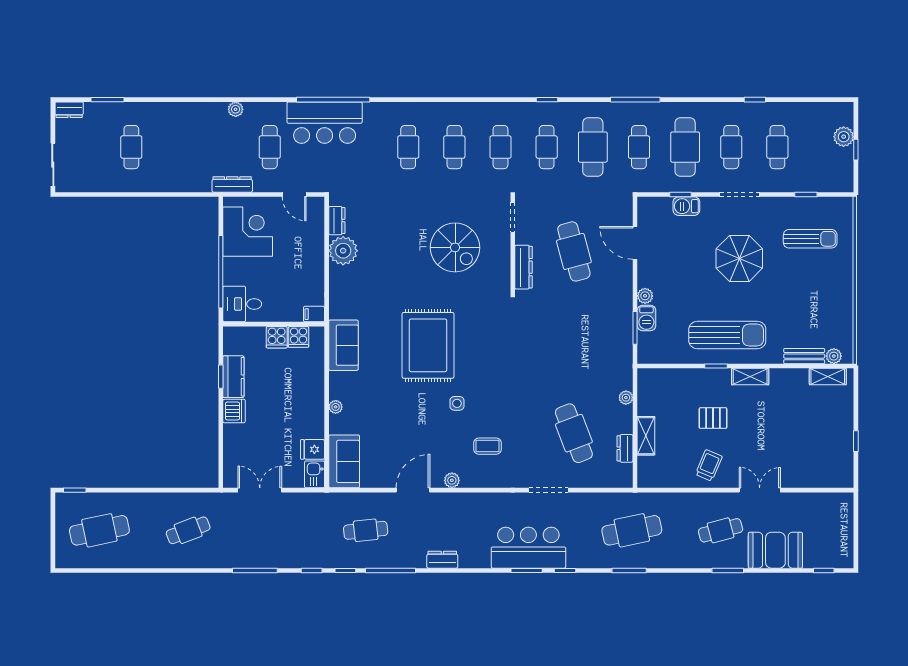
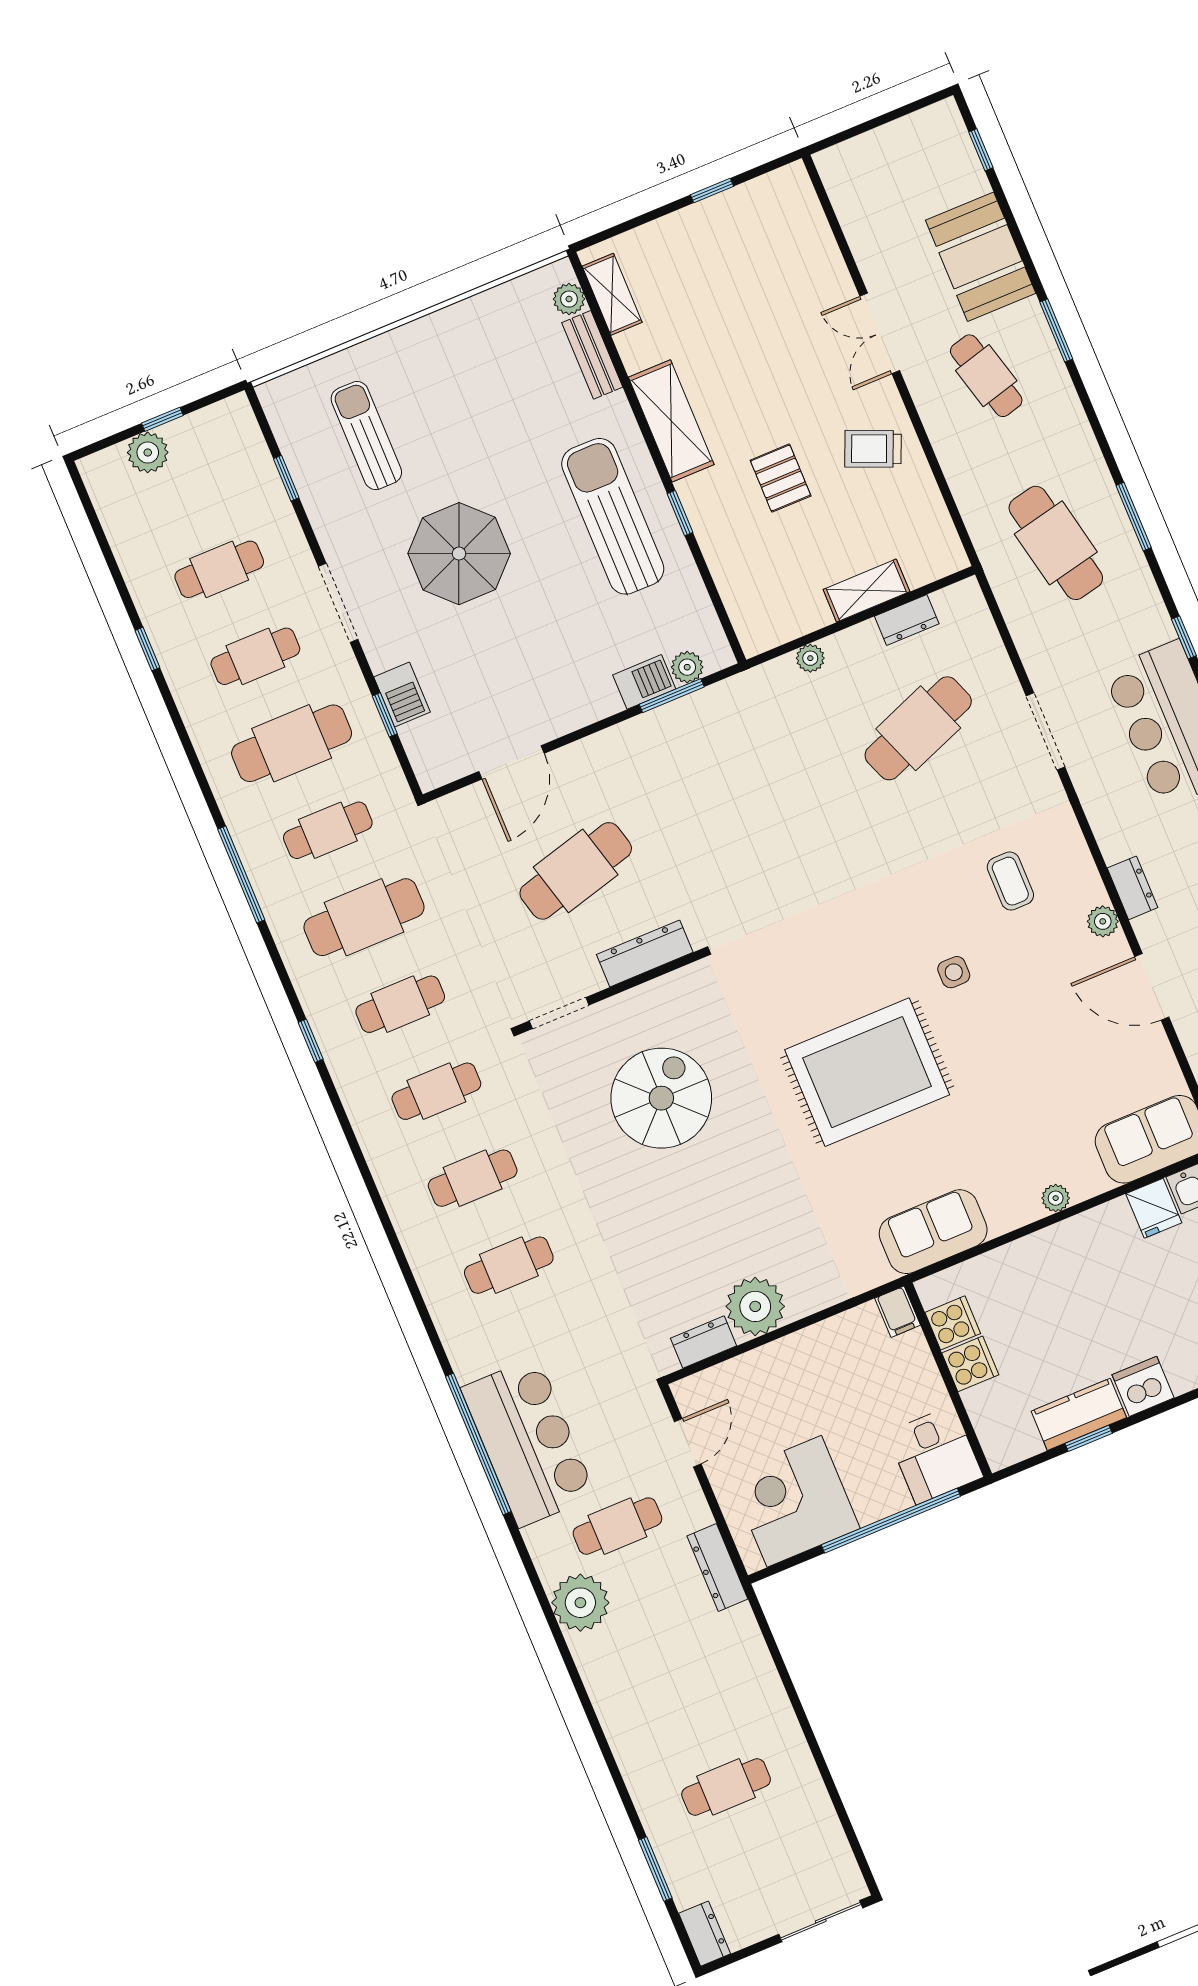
plant: (236, 109) -> (580, 1603), width x1.87, depth x1.87
plant: (645, 296) -> (687, 667), moved
shelving: (750, 377) -> (671, 421), width x1.50, depth x1.33
dresser: (461, 500) -> (1133, 888), added

